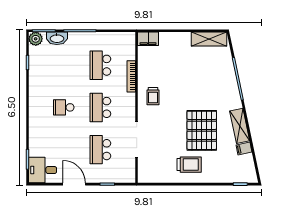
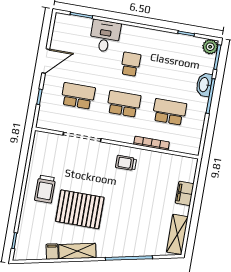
washbasin: (57, 38) -> (204, 85), moved
filing cabinet: (148, 39) -> (185, 193), moved
desk: (43, 170) -> (105, 36), moved

